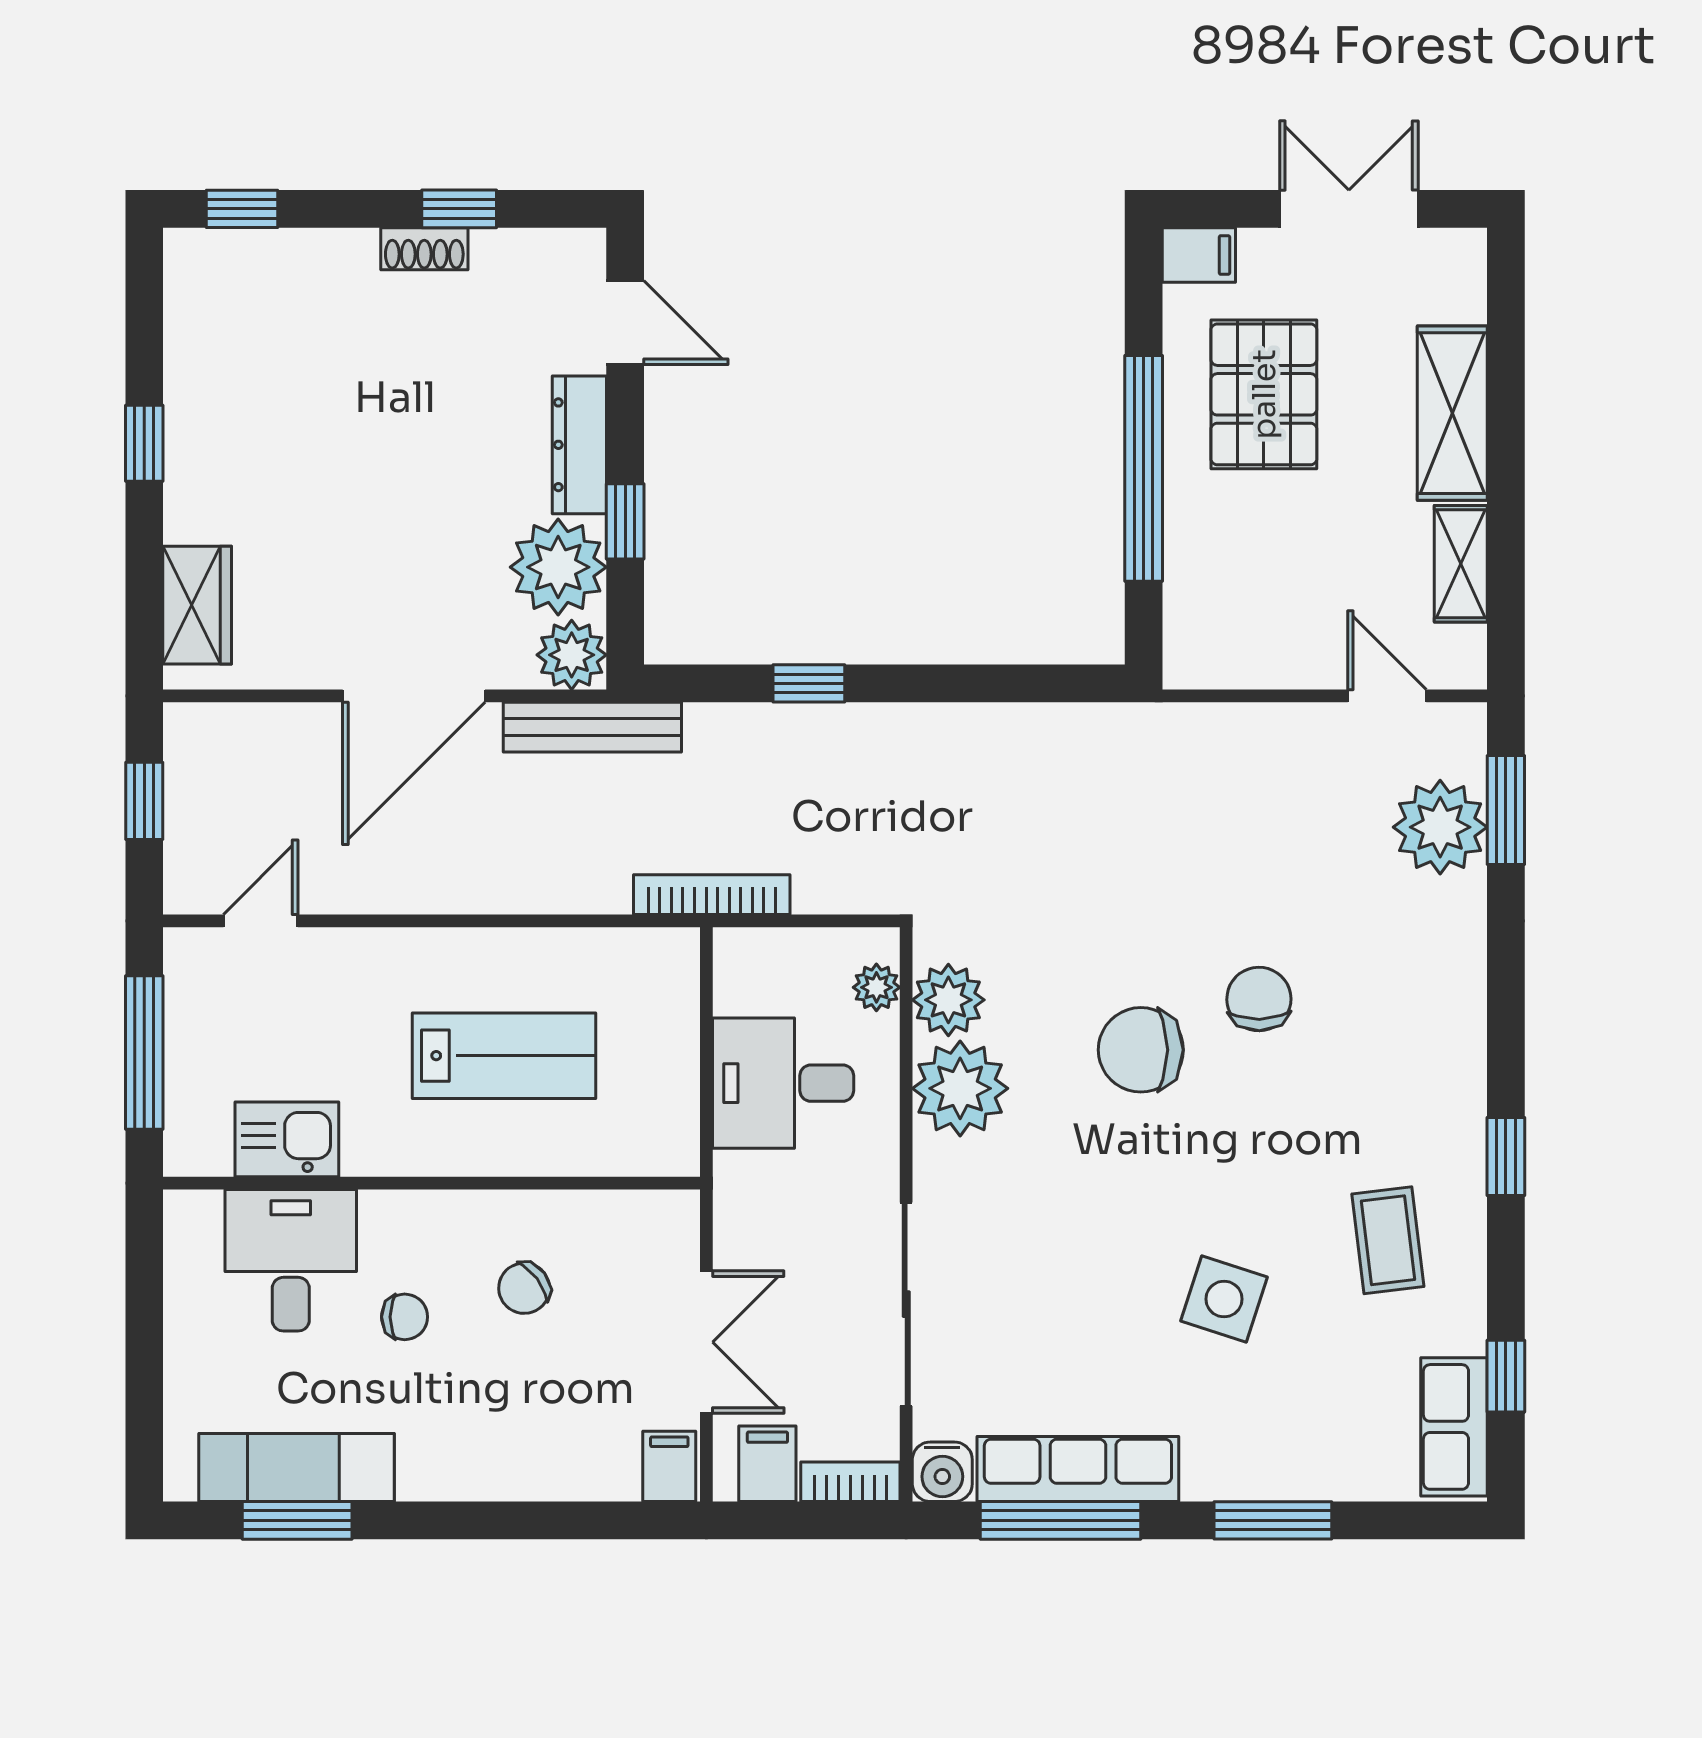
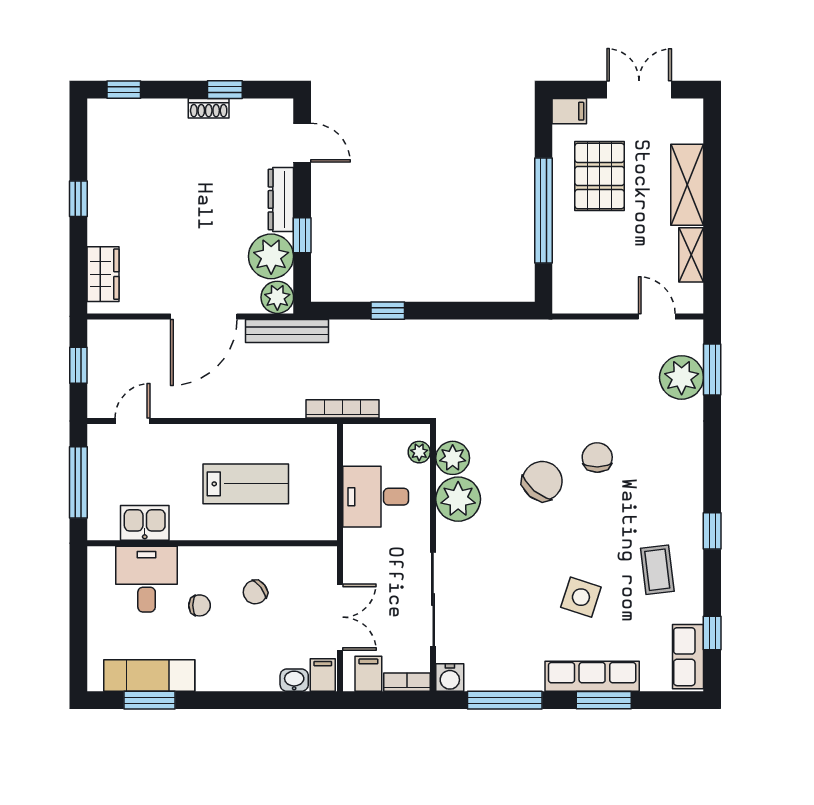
chair: (1141, 1050) -> (542, 481), turned 130
row of seats: (1078, 1469) -> (592, 676), moved
washbasin: (608, 1477) -> (294, 680), added

